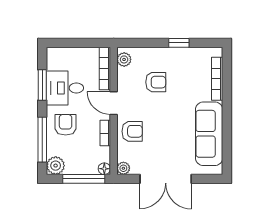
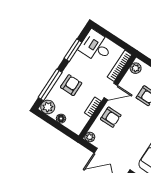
desk: (65, 88) -> (96, 46), moved
door: (114, 103) -> (111, 92), swing flipped
floor lamp: (104, 169) -> (61, 119), moved
window: (84, 179) -> (60, 127), removed

